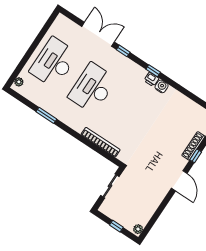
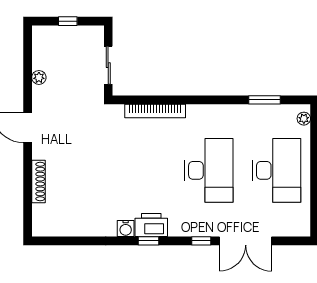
printer: (151, 79) -> (151, 225), width x1.87, depth x1.48
window: (46, 115) -> (264, 100), moved
window: (196, 156) -> (28, 171), removed
plant: (138, 229) -> (39, 77), moved

